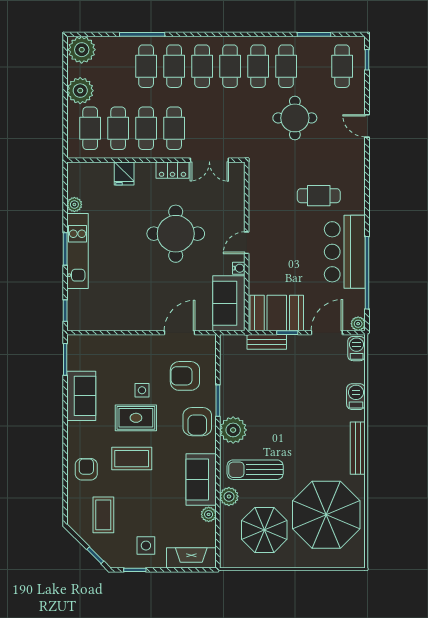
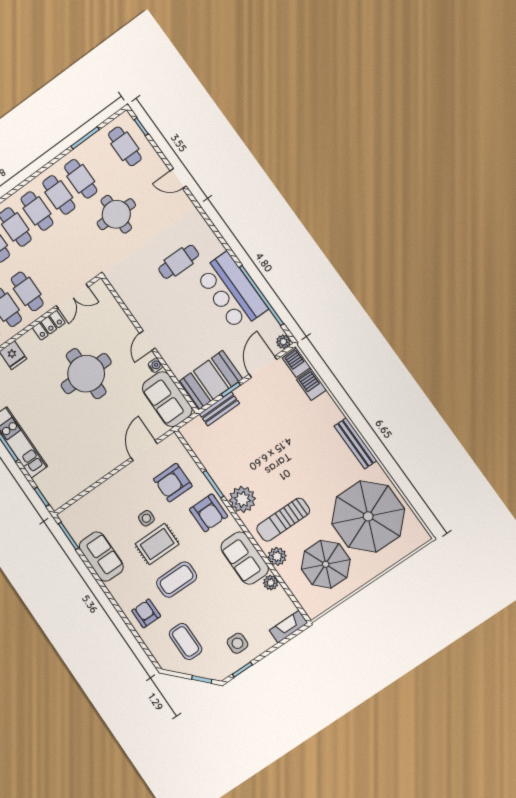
barbecue: (356, 397) -> (311, 385), moved
fireplace: (191, 558) -> (289, 627), width x0.73, depth x0.76

